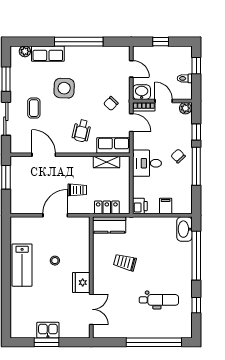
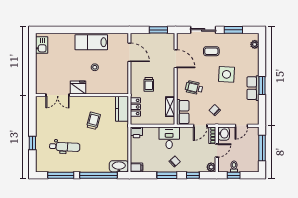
window: (79, 42) -> (262, 86), width x0.47
window: (161, 42) -> (262, 148), width x2.17
row of seats: (48, 54) -> (253, 88), moved
window: (196, 66) -> (234, 175), moved
door: (44, 155) -> (176, 59), hinge flipped
window: (196, 166) -> (167, 175), width x0.69
filing cabinet: (166, 206) -> (136, 168), moved
door: (55, 215) -> (129, 52), moved
dental chair: (159, 300) -> (65, 147), turned -87
window: (196, 305) -> (61, 175), width x2.17
kitchen sink: (48, 330) -> (42, 45), moved
window: (47, 342) -> (32, 61), removed
window: (154, 342) -> (32, 143), width x0.32

